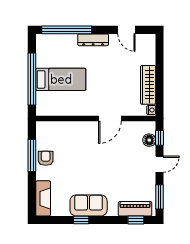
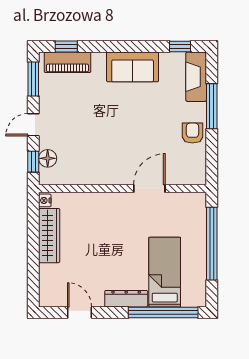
bed: (61, 79) -> (165, 272), moved, turned 90
door: (110, 118) -> (149, 189), moved
window: (32, 155) -> (212, 106), moved
armchair: (46, 158) -> (192, 133), turned 180
window: (81, 220) -> (180, 47), moved

